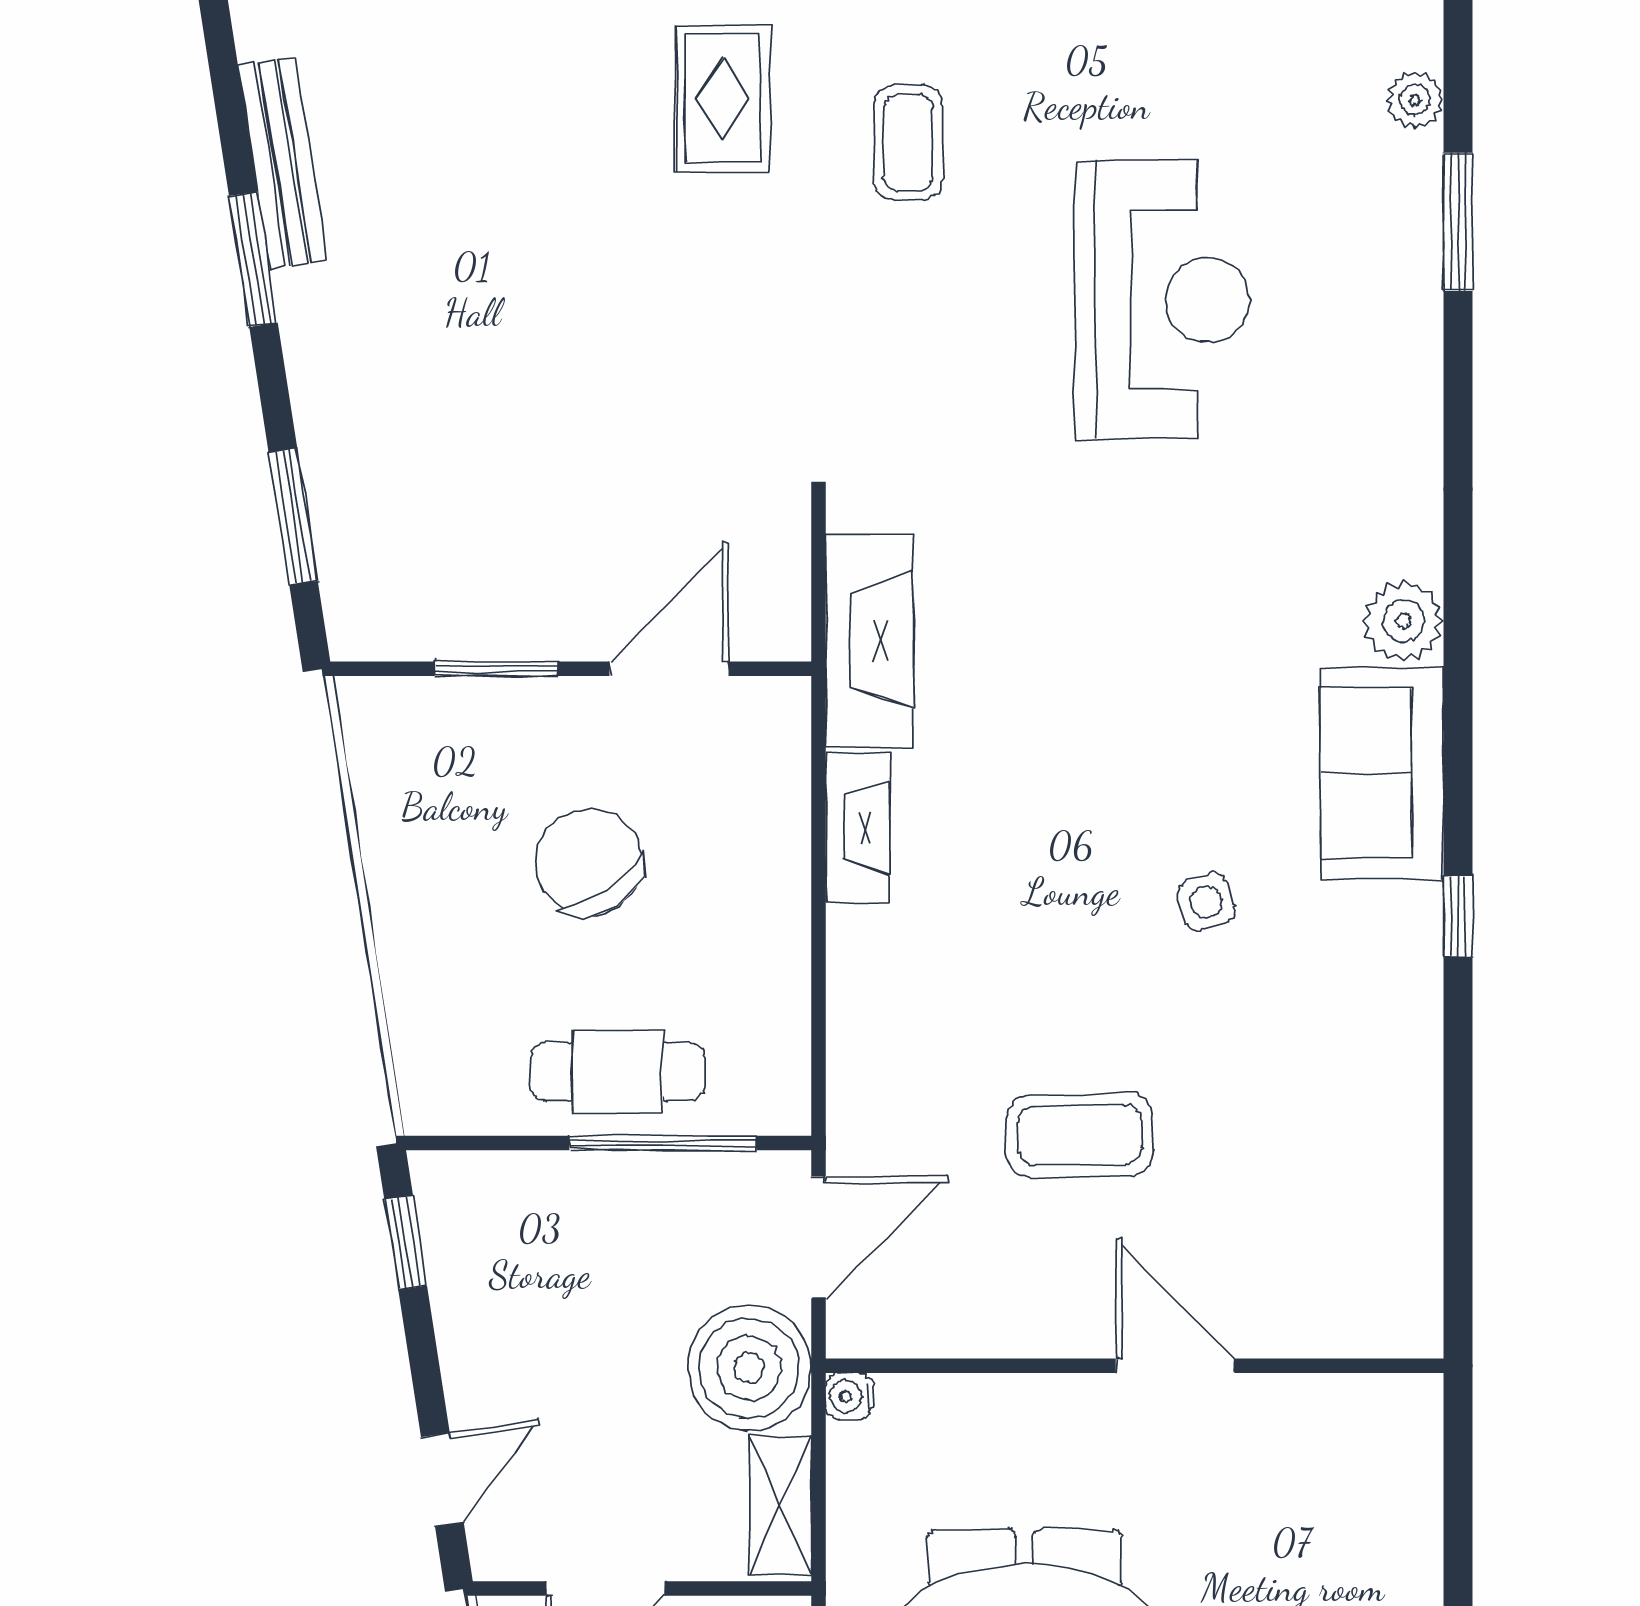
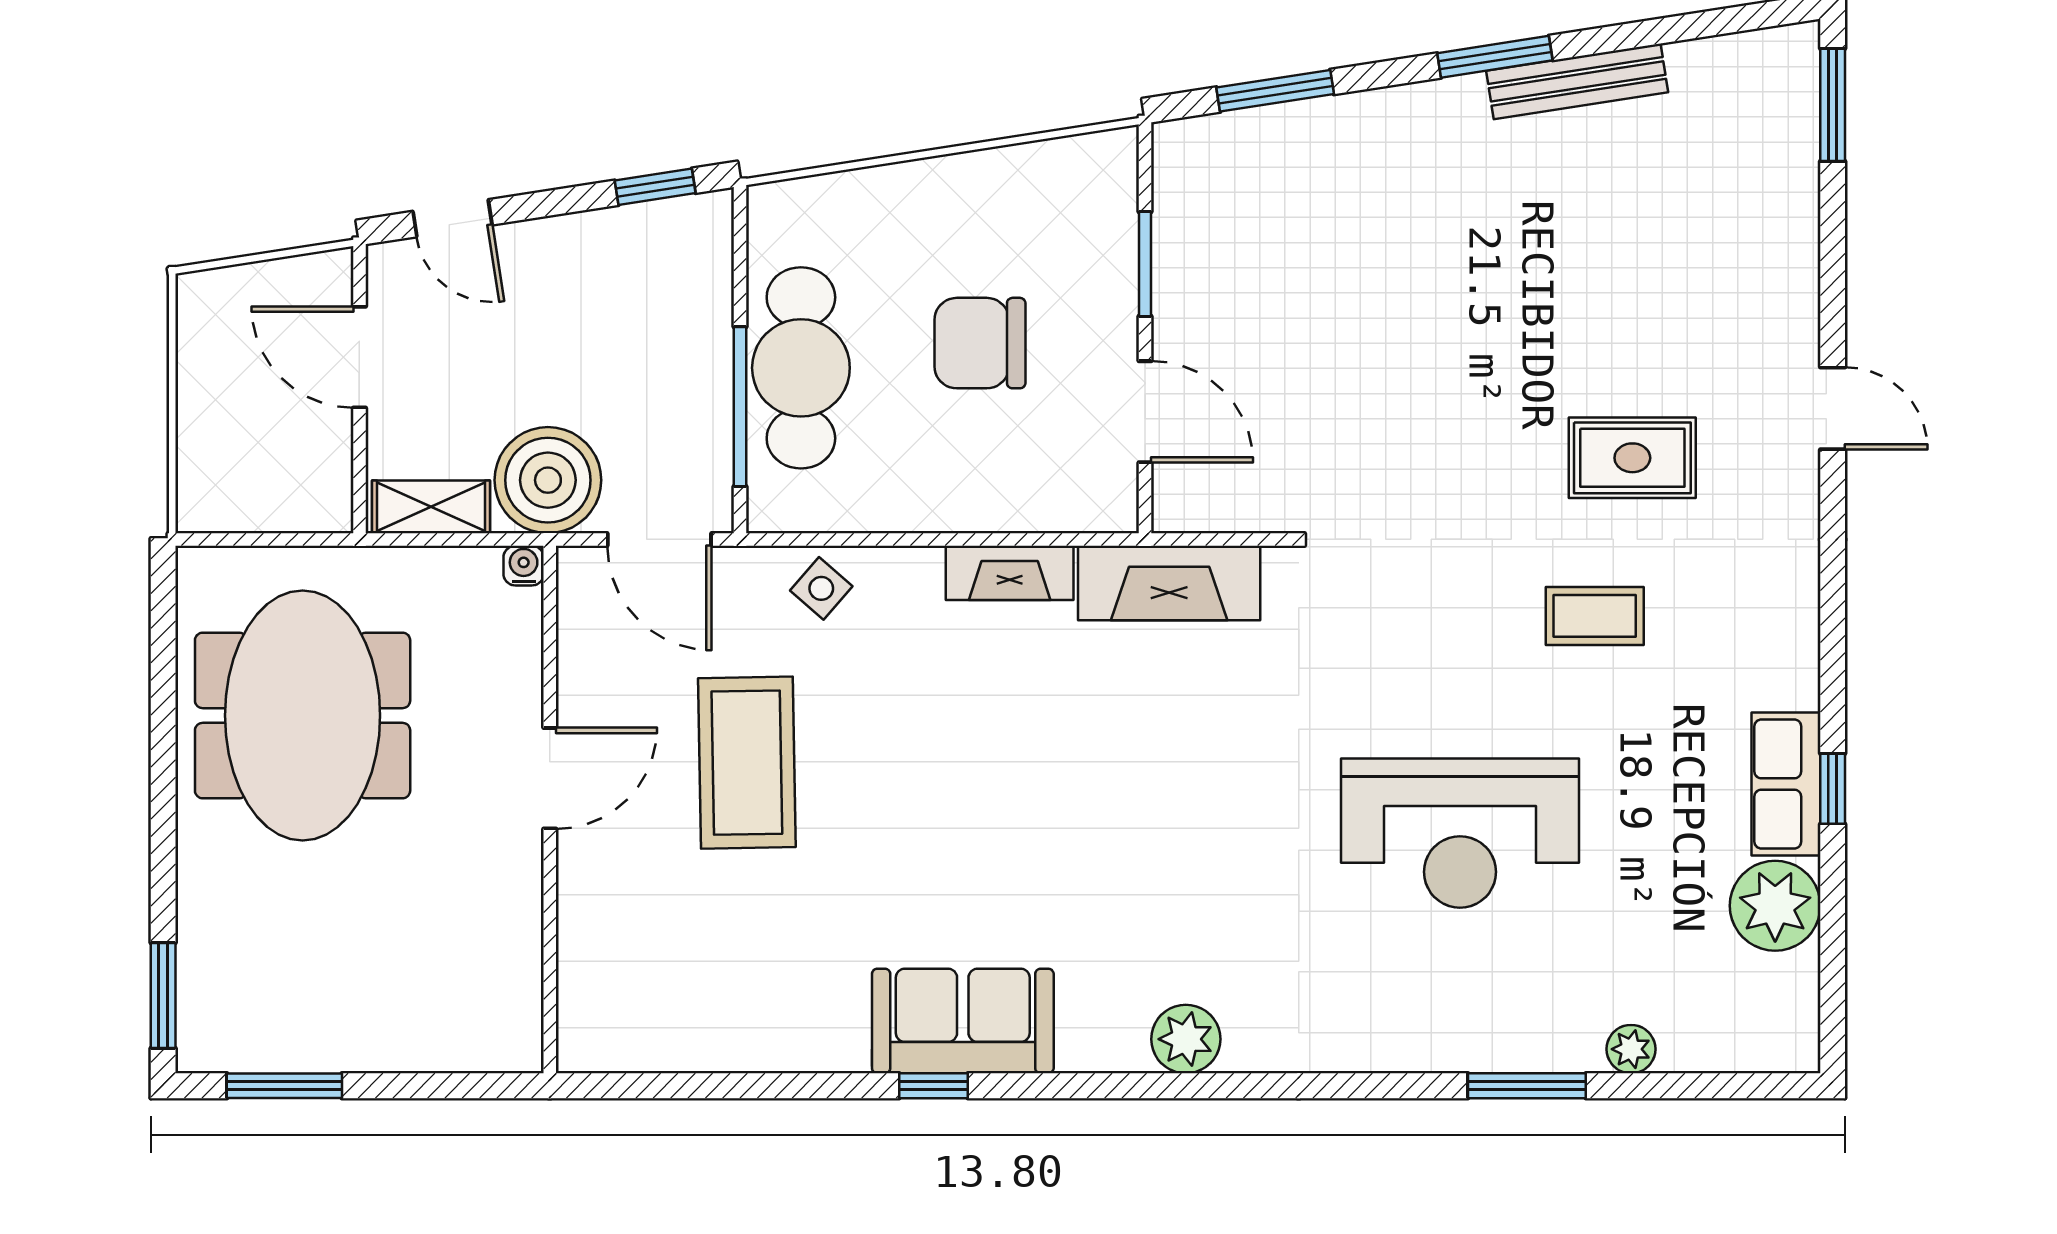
sofa: (1382, 773) -> (963, 1021), moved
chair: (589, 862) -> (980, 343), turned -146
side table: (1206, 902) -> (821, 588), moved, turned -30
cafe table: (618, 1072) -> (801, 368), width x1.37, depth x1.35
coffee table: (1080, 1135) -> (747, 763), width x1.36, depth x1.32
door: (1175, 1366) -> (550, 778), moved

